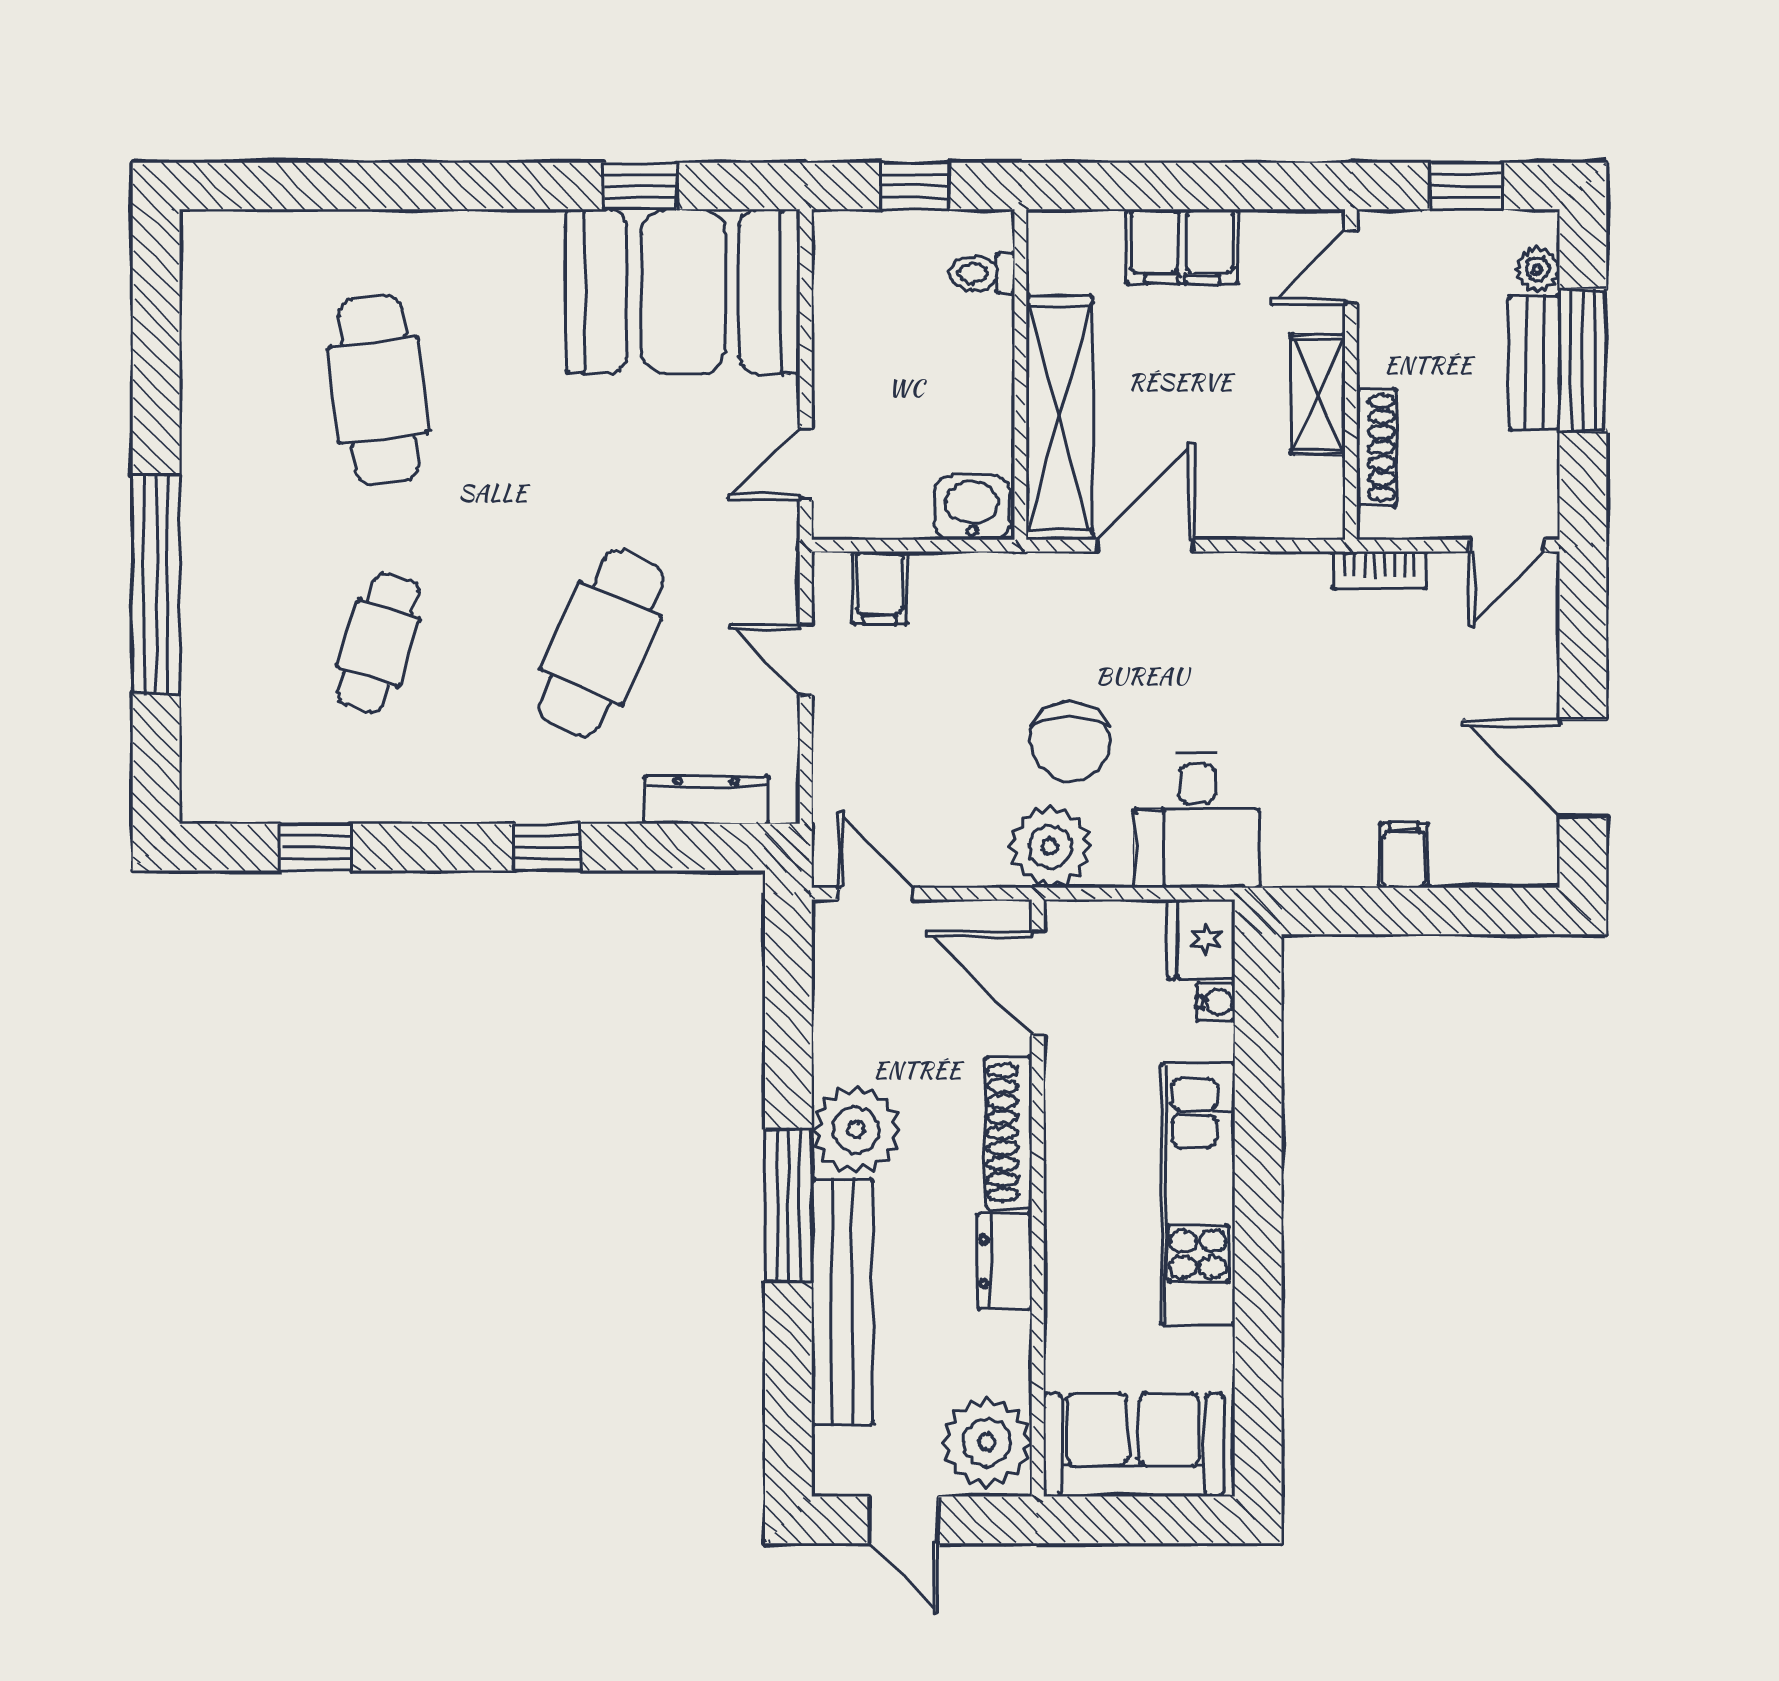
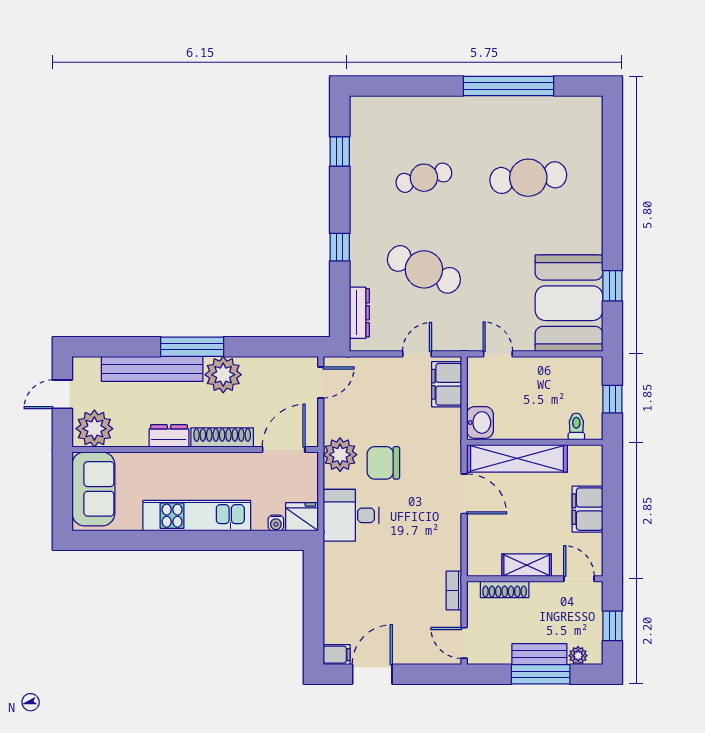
window: (156, 584) -> (509, 86), moved
filing cabinet: (879, 588) -> (447, 384), width x2.00
cafe table: (378, 643) -> (424, 178), turned -33
filing cabinet: (1404, 855) -> (337, 655), moved

